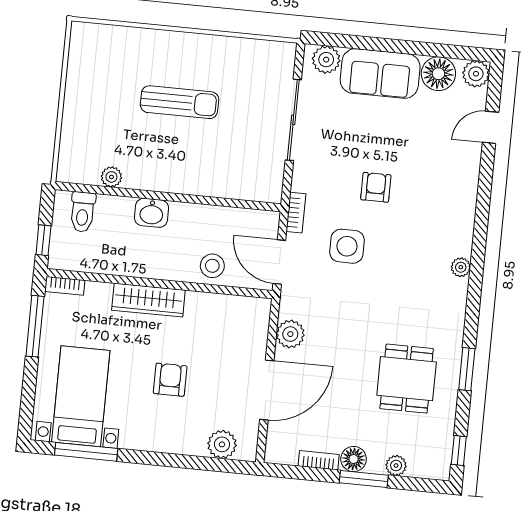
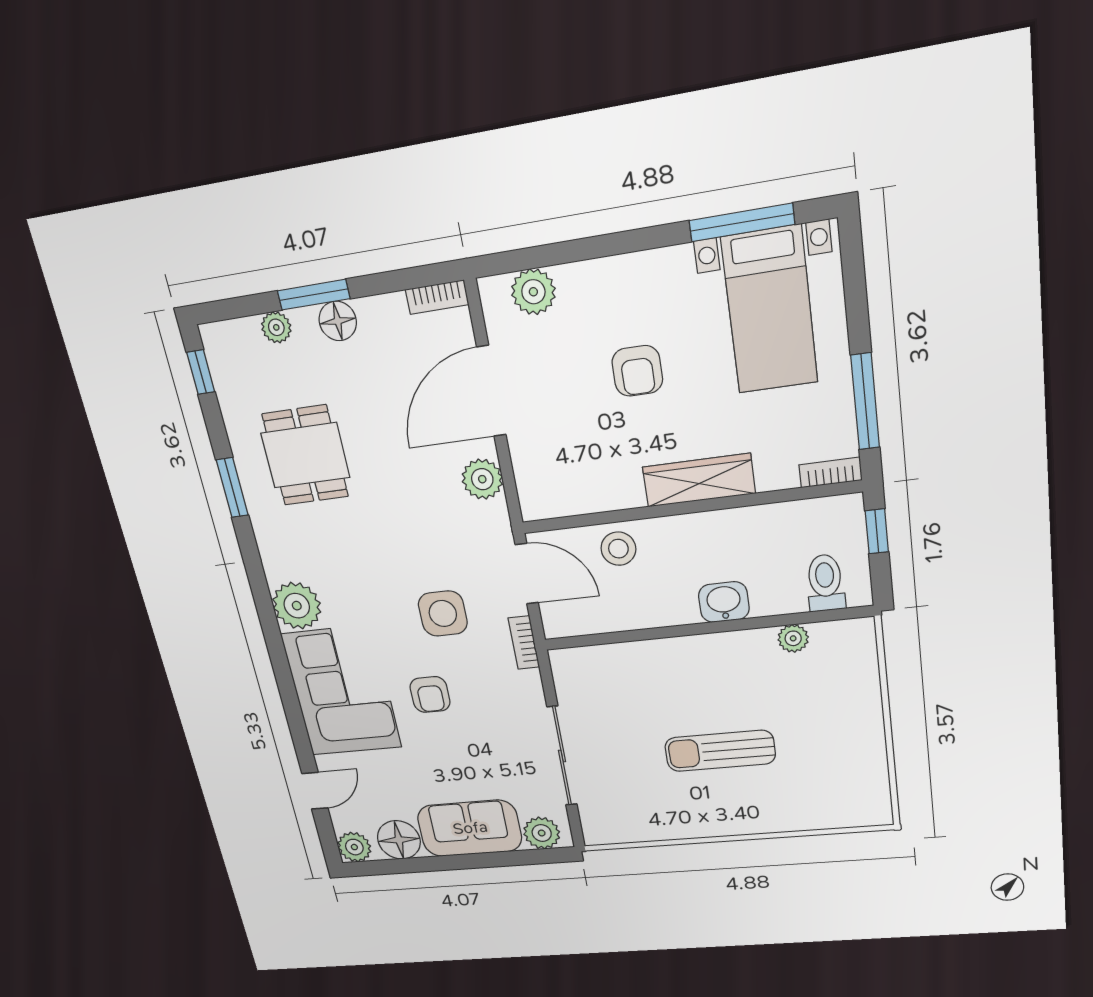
corner sofa: (441, 203) -> (342, 691), added
plant: (461, 267) -> (297, 606), width x1.88, depth x1.88
bookcase: (319, 460) -> (437, 297), moved

